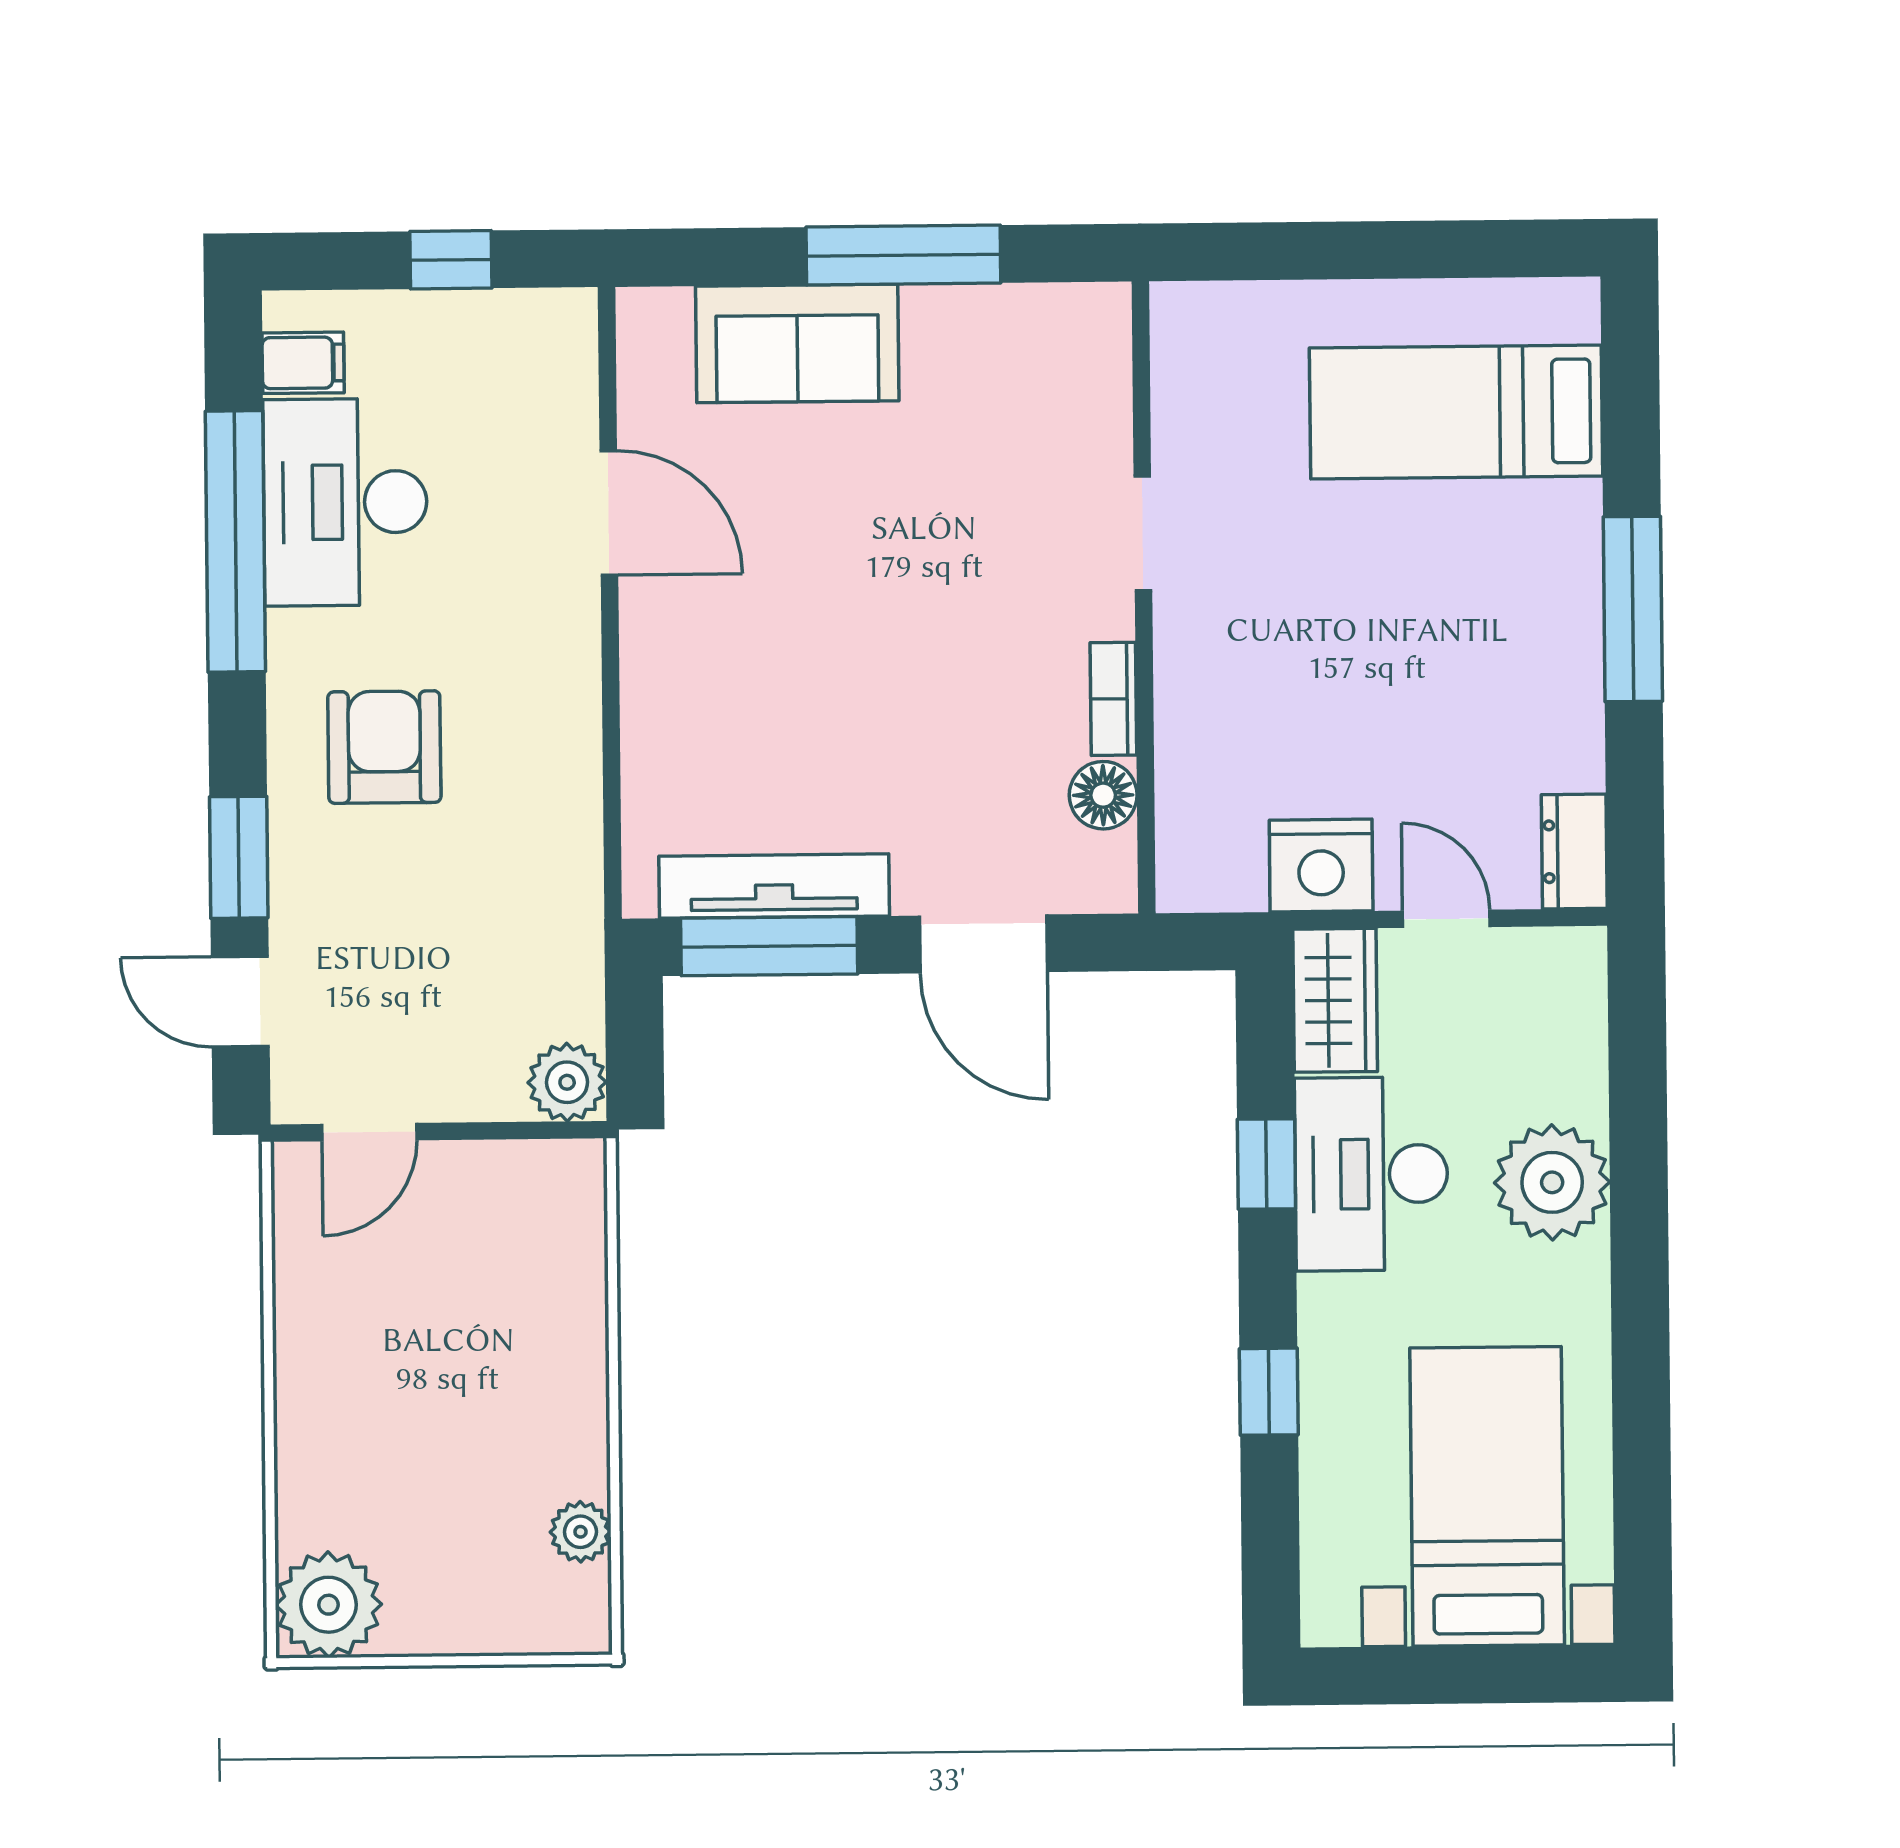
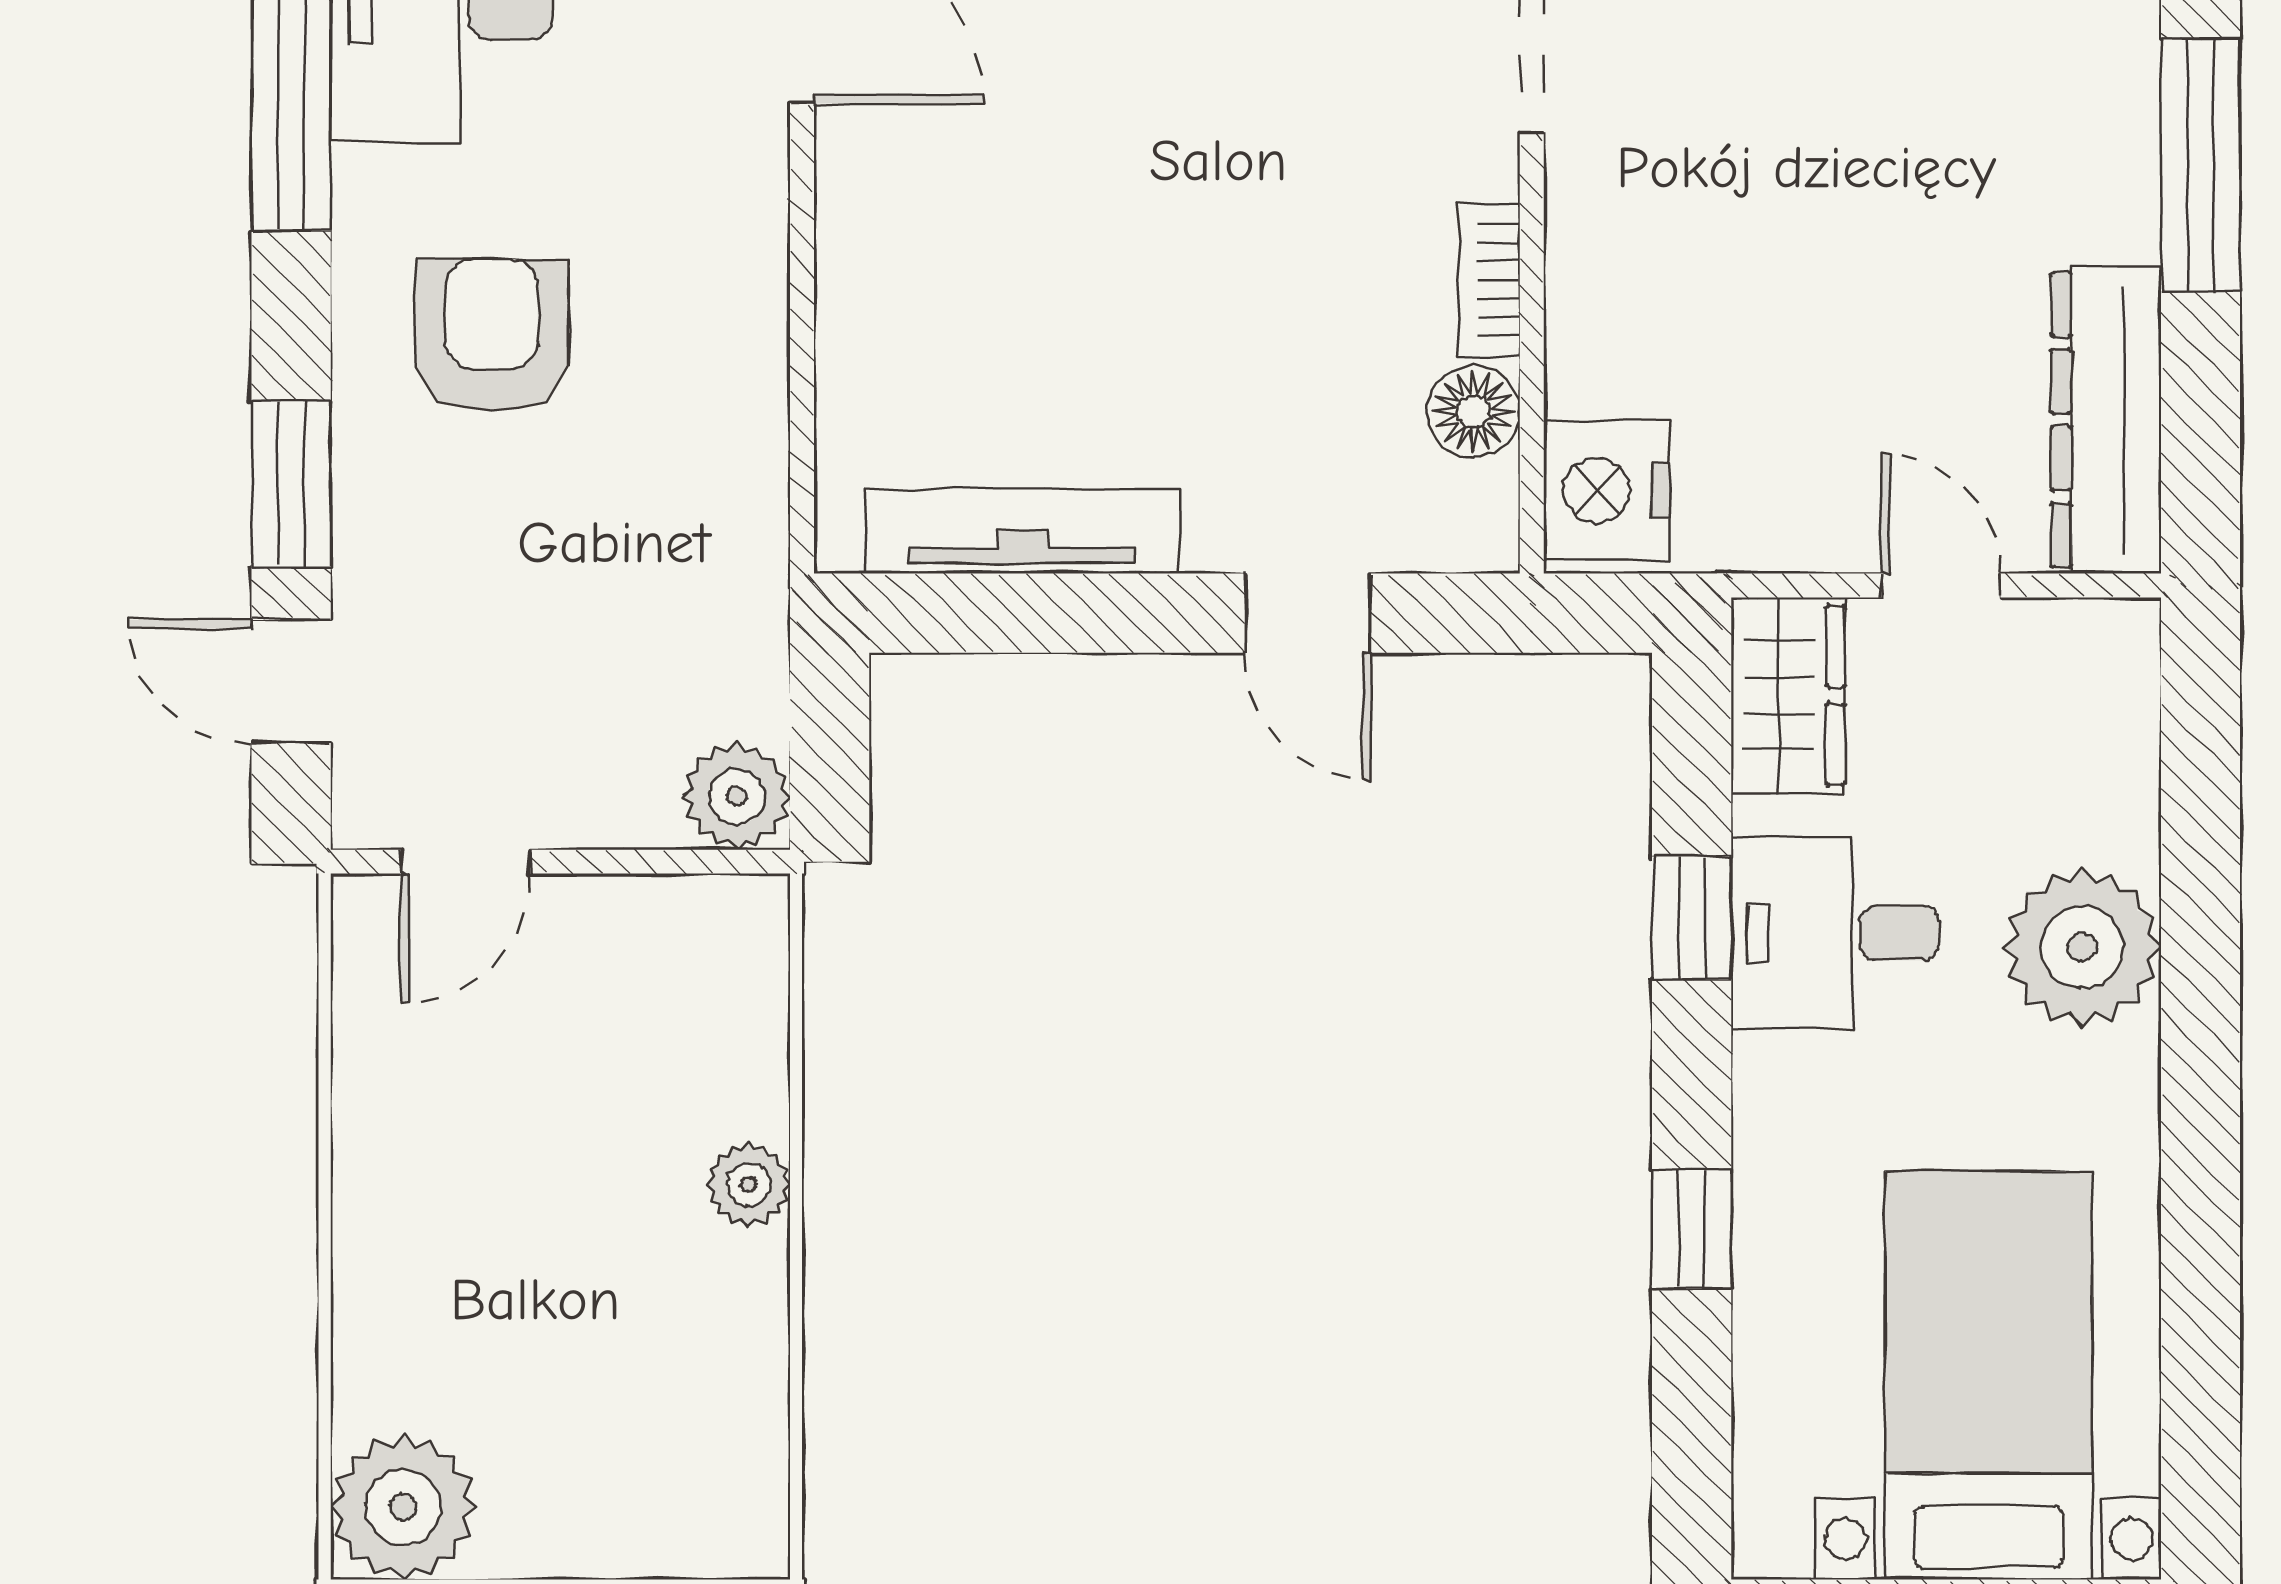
dresser: (1574, 852) -> (2106, 420), width x1.96, depth x1.24
nightstand: (1321, 865) -> (1607, 490), moved, turned 90
door: (983, 944) -> (1308, 613), width x0.73
window: (769, 946) -> (1015, 613), removed
desk: (1371, 1174) -> (1835, 933), width x0.73
plant: (580, 1532) -> (749, 1184), moved

